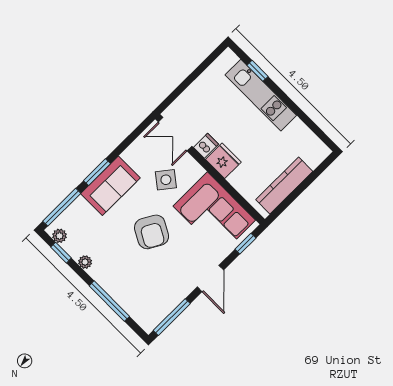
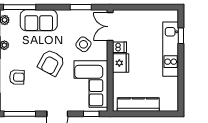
window: (97, 172) -> (81, 7), moved
sofa: (110, 186) -> (39, 20), moved
armchair: (131, 282) -> (17, 77), added

